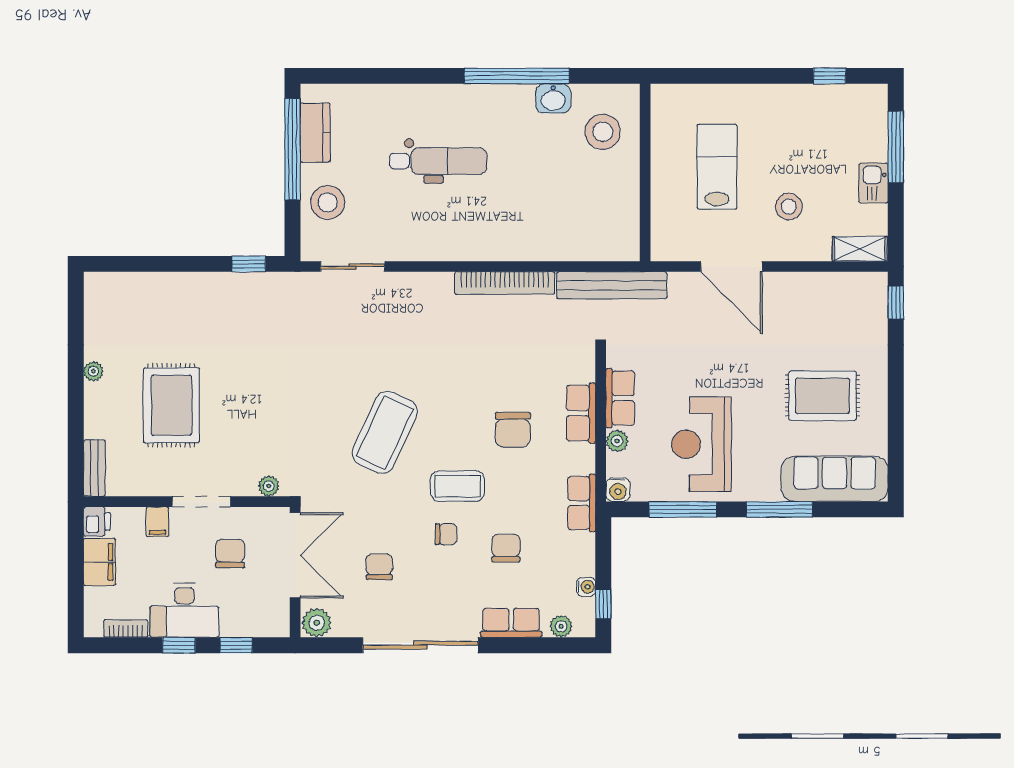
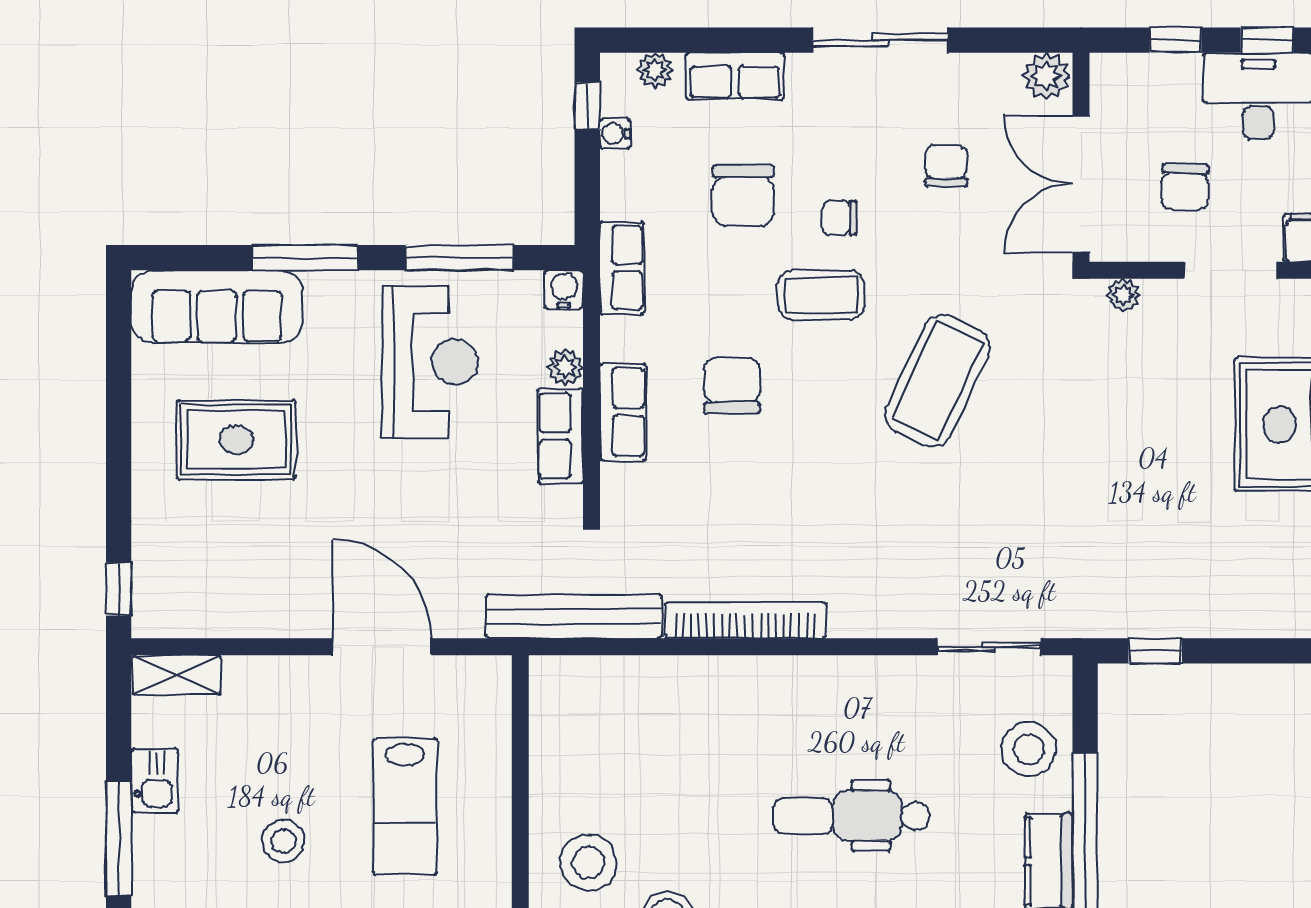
stool: (789, 207) -> (283, 841), moved
chair: (506, 548) -> (743, 196), width x1.37, depth x1.37
chair: (379, 567) -> (946, 166), turned 180
sliding door: (420, 645) -> (880, 40), width x0.73

